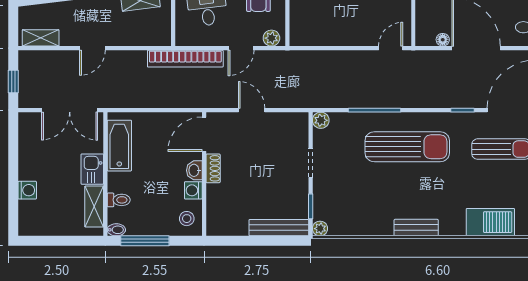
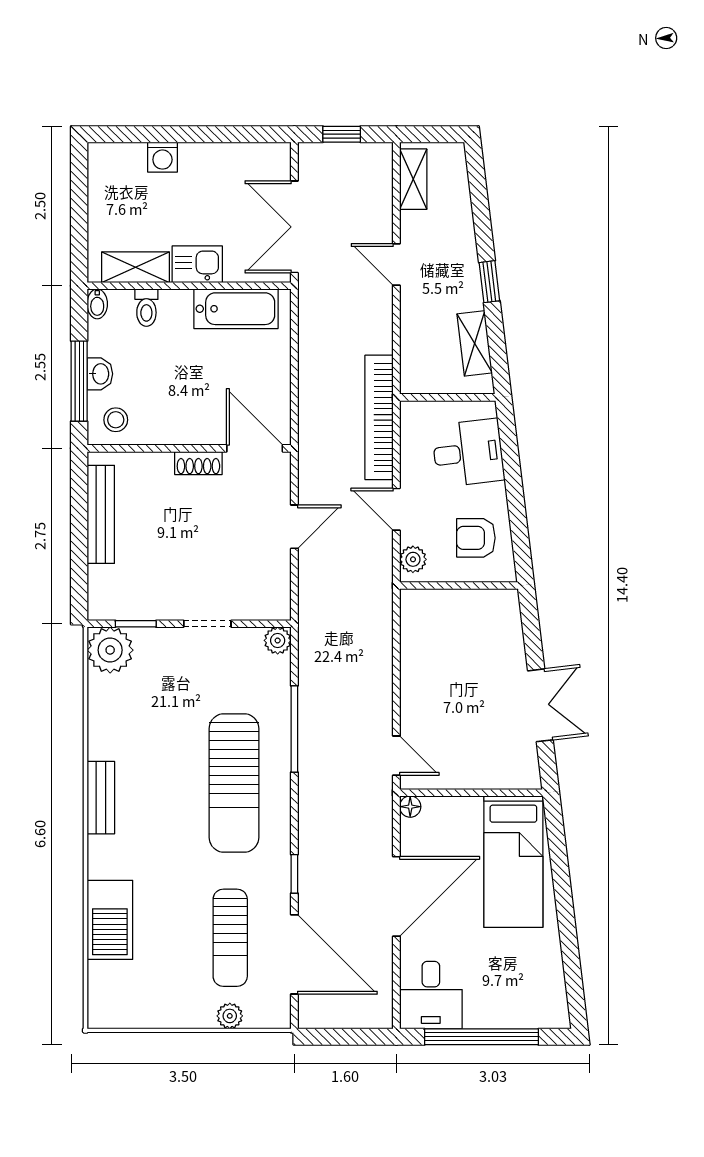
floor lamp: (443, 40) -> (410, 807), moved
washbasin: (194, 170) -> (100, 374), moved, turned 90
washing machine: (193, 190) -> (162, 431), removed
bench: (279, 228) -> (101, 514), moved
plant: (320, 229) -> (110, 650), width x1.88, depth x1.88
window: (145, 241) -> (79, 381), moved

